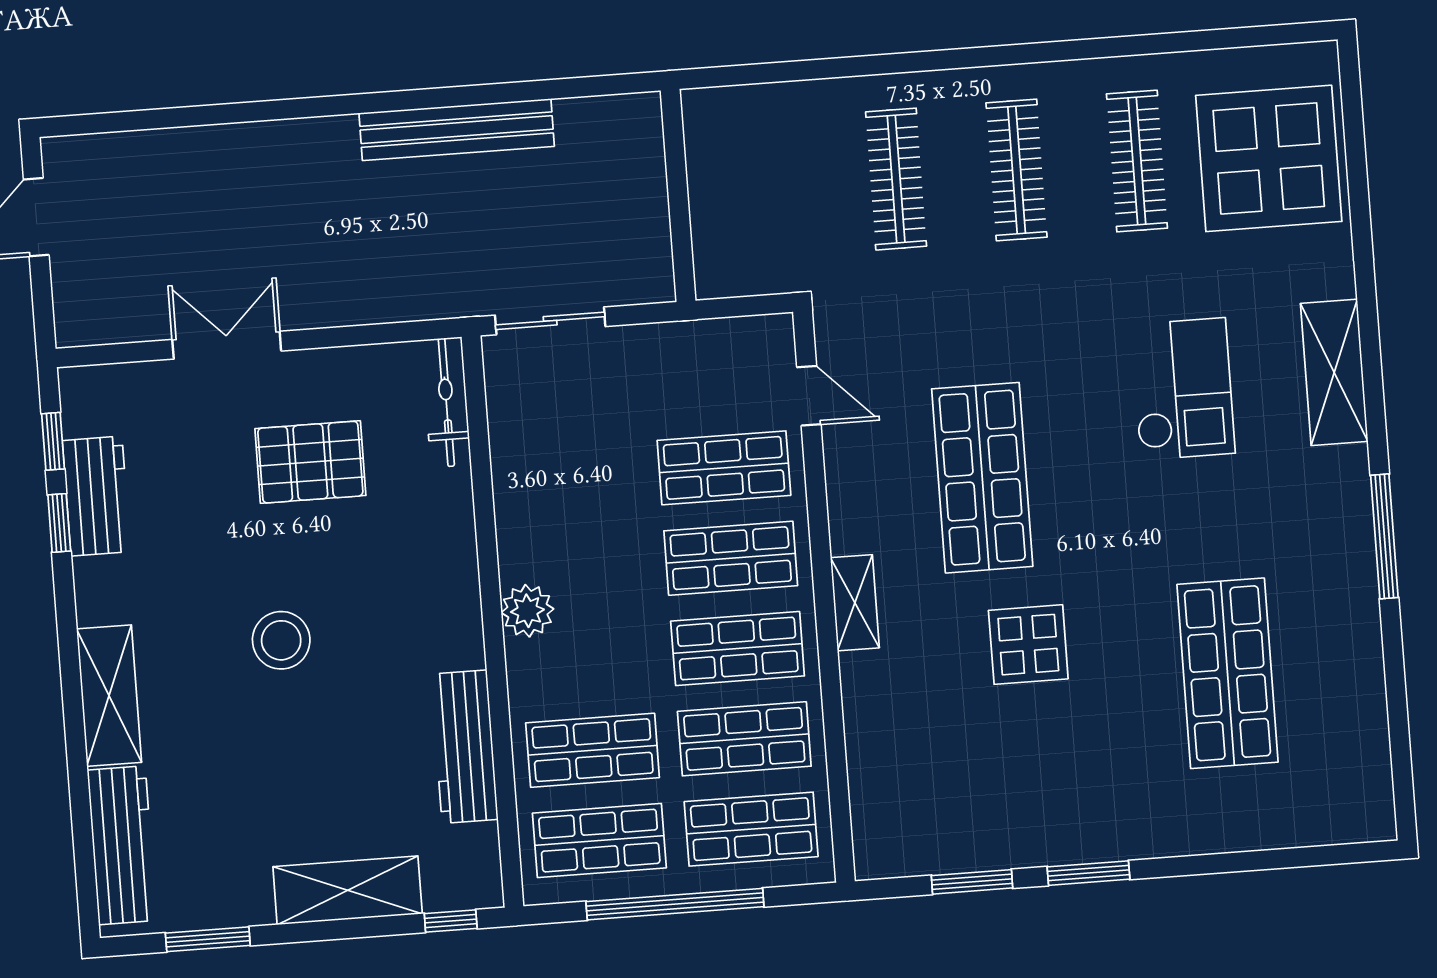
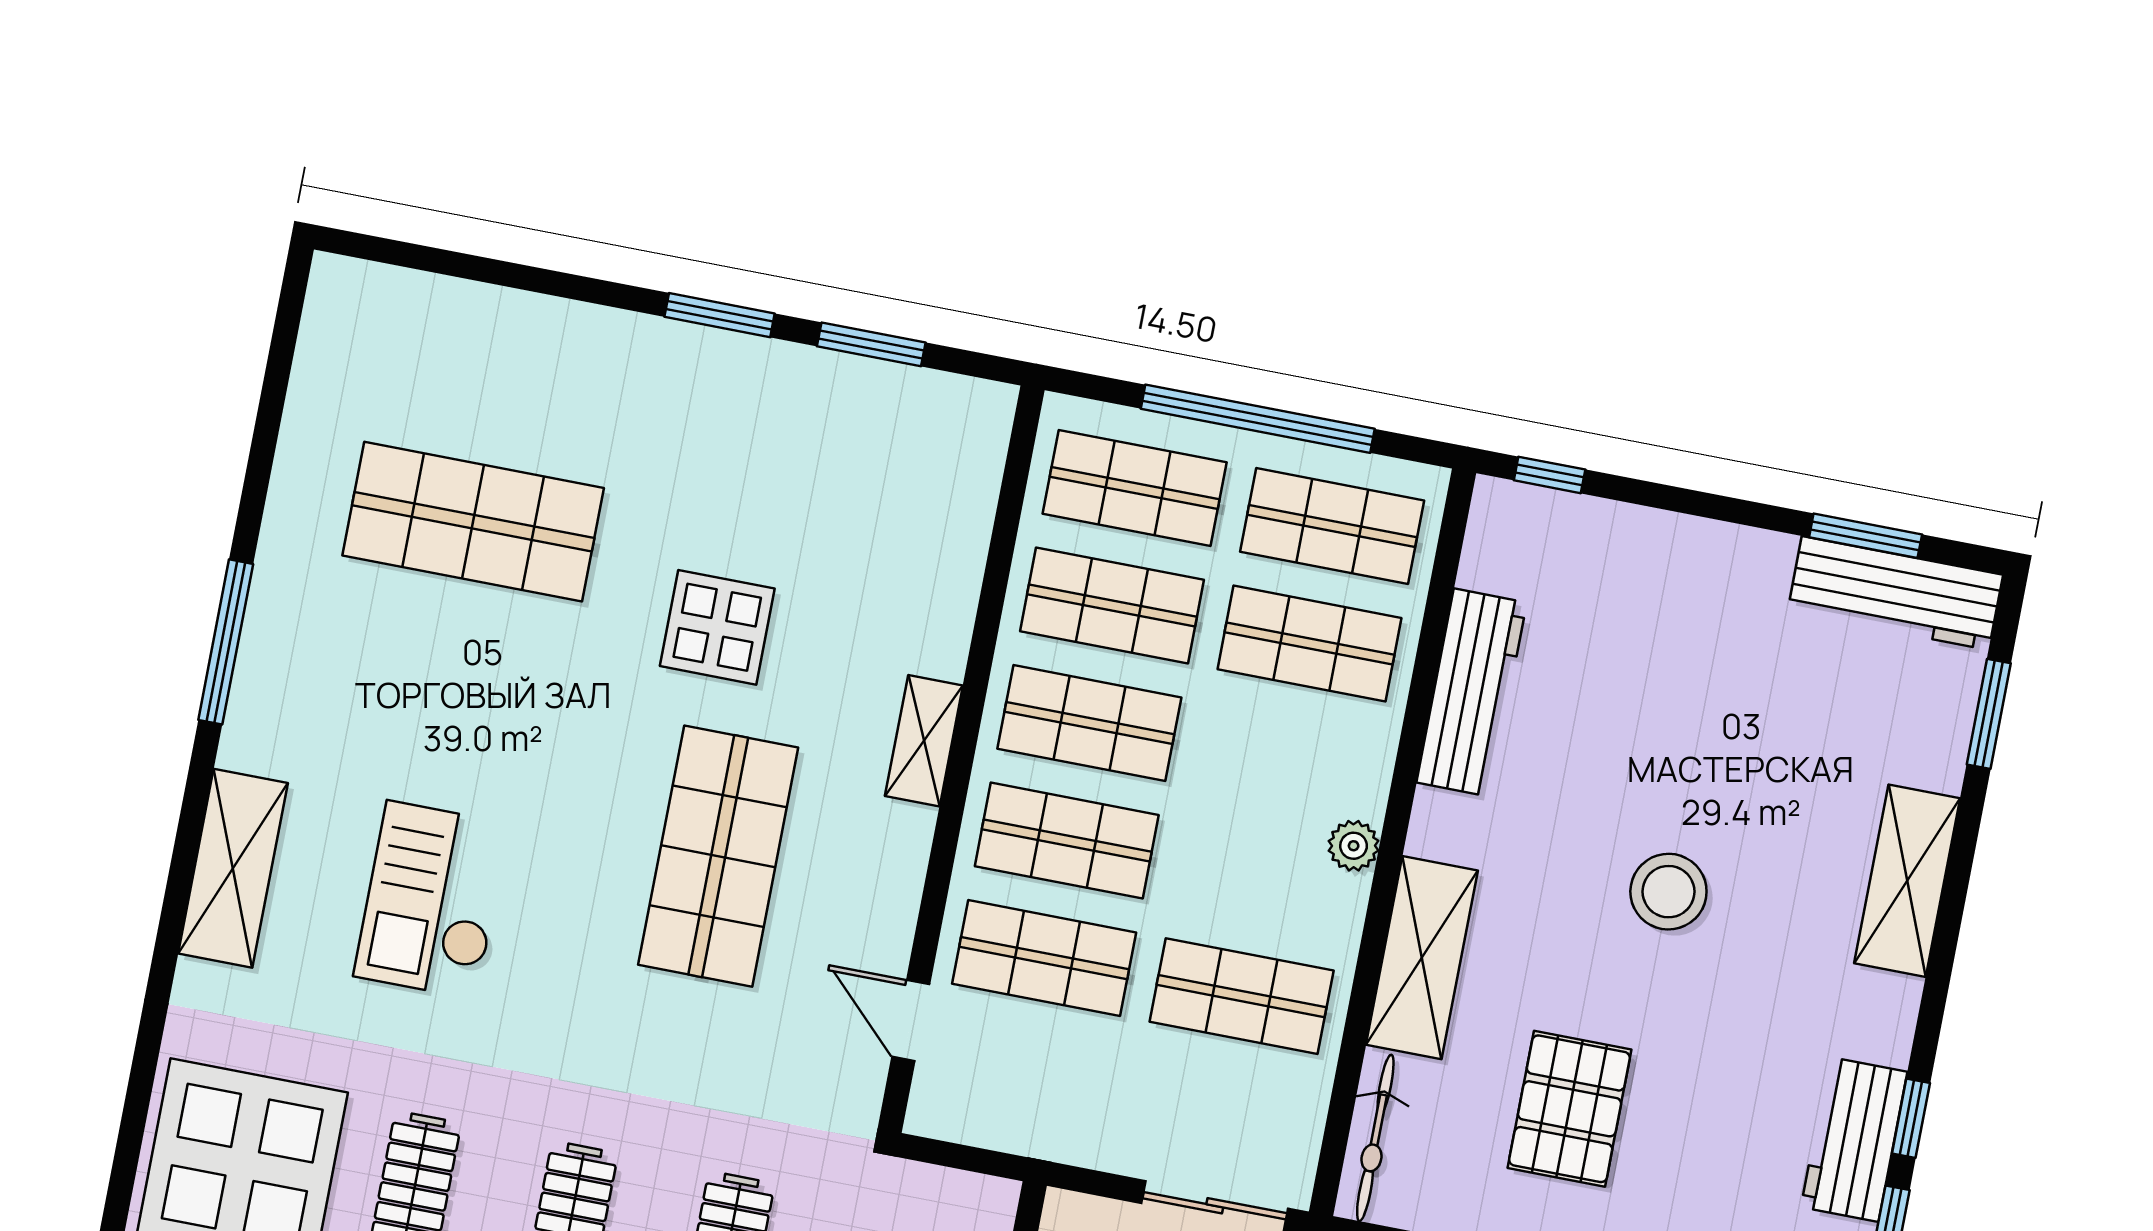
pallet: (310, 462) -> (1570, 1109), turned 90
shop shelf: (572, 479) -> (1242, 996), added
plant: (527, 611) -> (1354, 846), width x0.73, depth x0.73
shop shelf: (1228, 673) -> (473, 522), turned 90
window: (83, 834) -> (1989, 714), added
workbench: (122, 845) -> (1895, 593), moved, turned -90
shelving: (348, 890) -> (1422, 958), moved, turned 90

